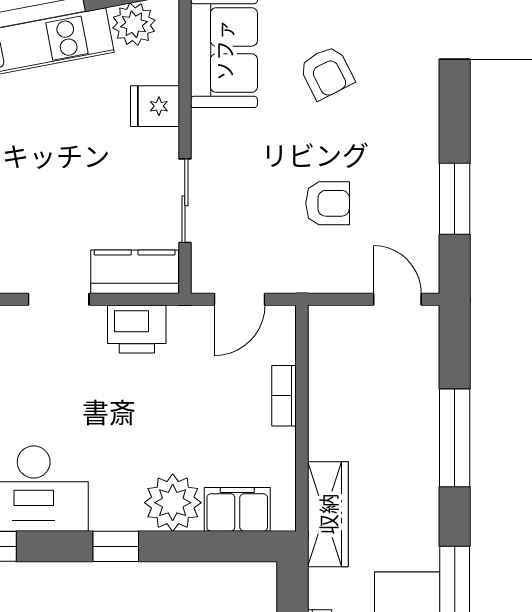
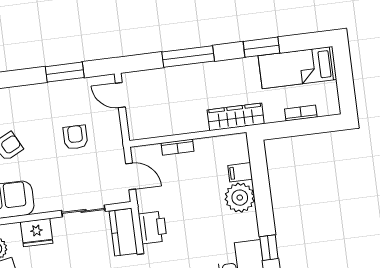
fridge: (155, 106) -> (37, 233), width x1.38
door: (397, 299) -> (120, 95), hinge flipped
filing cabinet: (237, 509) -> (240, 172), width x0.50
window: (116, 546) -> (269, 248), moved

